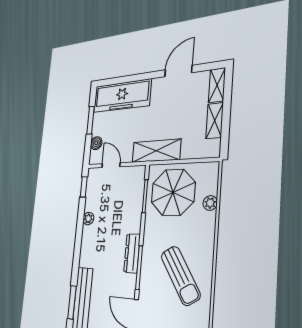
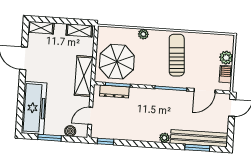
shelving: (215, 121) -> (79, 30), moved
plant: (210, 203) -> (143, 34), moved
plant: (88, 219) -> (164, 138), moved
dresser: (132, 253) -> (114, 92), moved
sun lounger: (180, 276) -> (177, 55), turned -62

